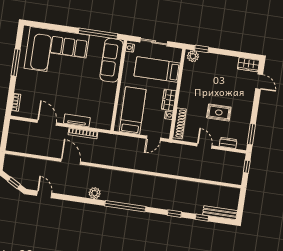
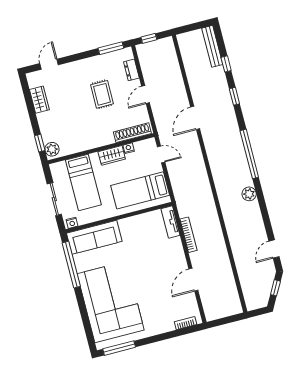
window: (16, 63) -> (119, 348), moved
wardrobe: (249, 65) -> (39, 100), moved
tv unit: (77, 120) -> (170, 222), moved
door: (71, 162) -> (195, 118), moved

